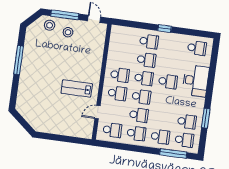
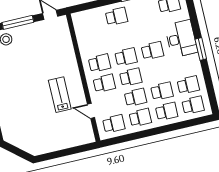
stool: (68, 32) -> (28, 39), removed
school desk: (146, 60) -> (162, 91), moved
lab bench: (77, 88) -> (60, 95), turned 90
door: (97, 112) -> (91, 111), hinge flipped
window: (206, 118) -> (201, 49), moved
window: (173, 154) -> (187, 124), removed

